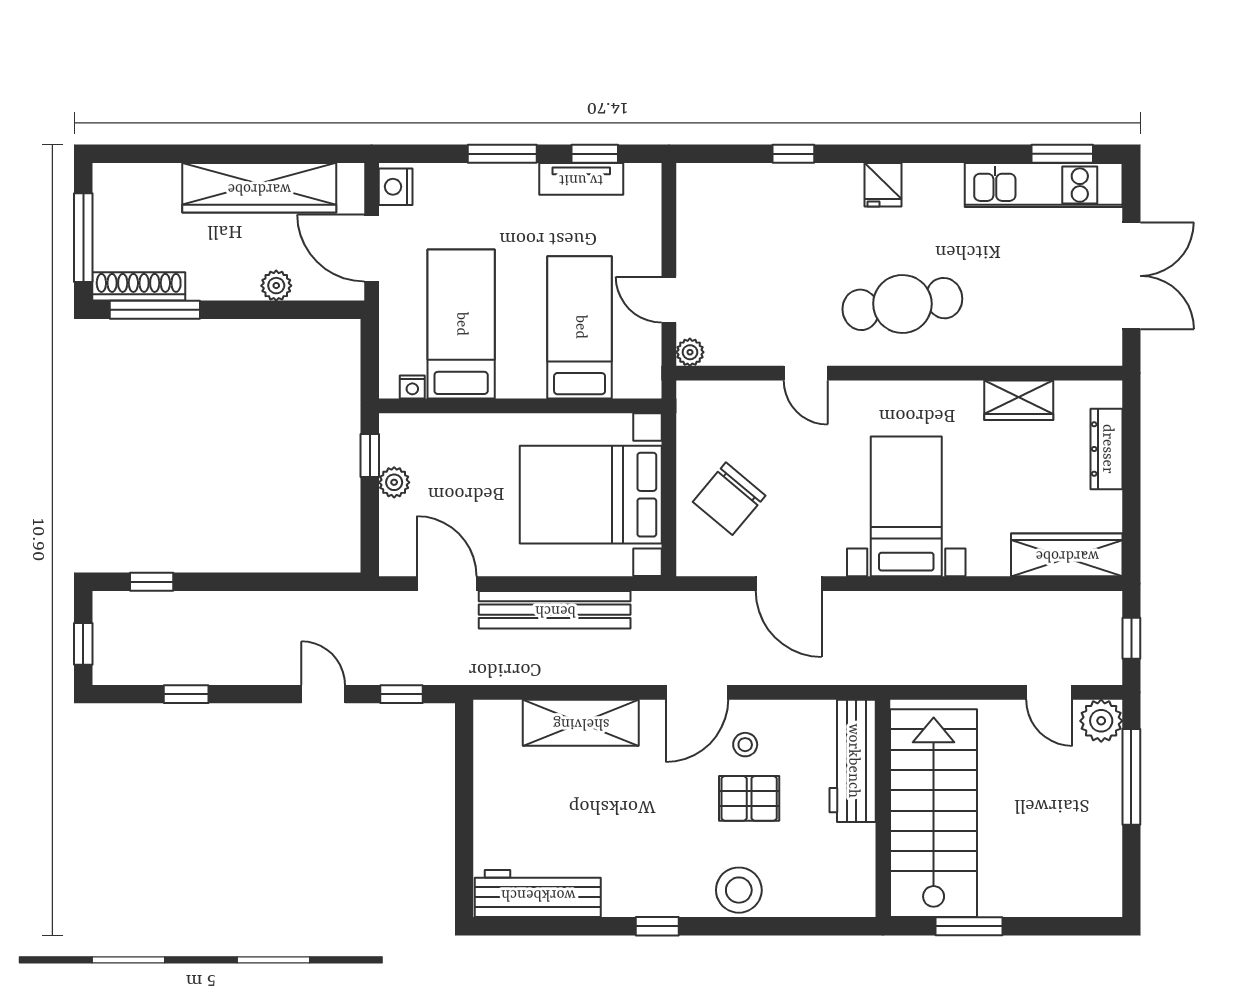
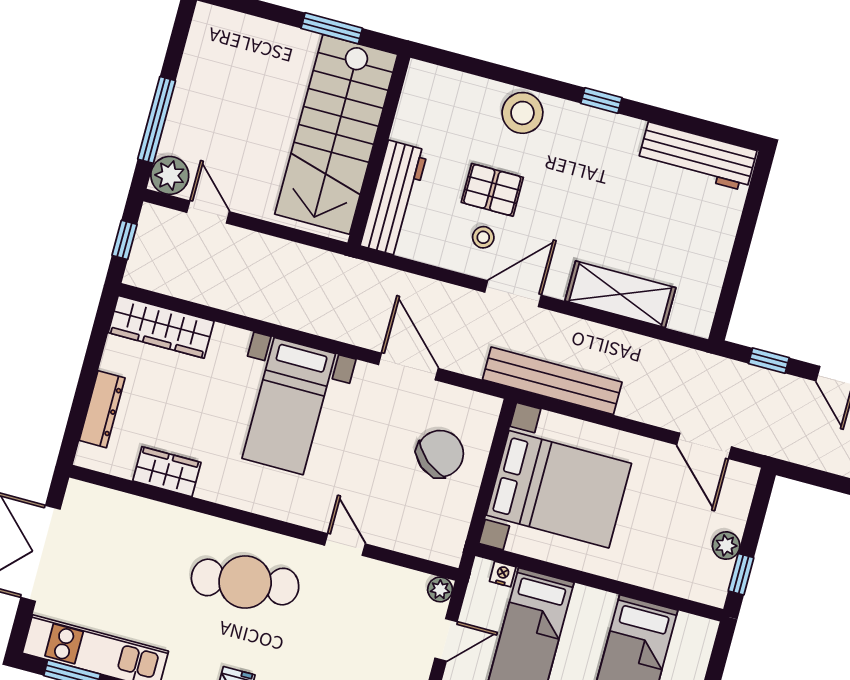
door: (669, 300) -> (446, 640), hinge flipped
nightstand: (412, 387) -> (503, 574), moved
bench: (555, 610) -> (552, 381), moved

